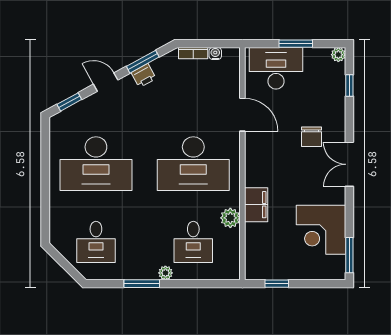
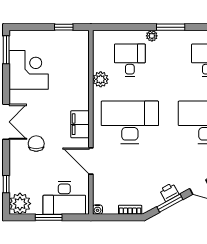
water cooler: (215, 53) -> (98, 210), moved
plant: (338, 55) -> (20, 204), width x1.88, depth x1.88
filing cabinet: (256, 205) -> (80, 124), moved

